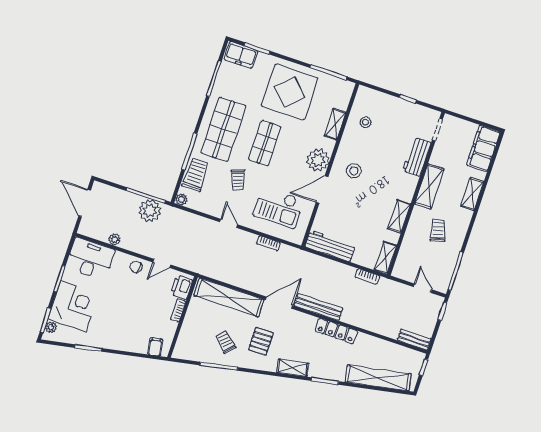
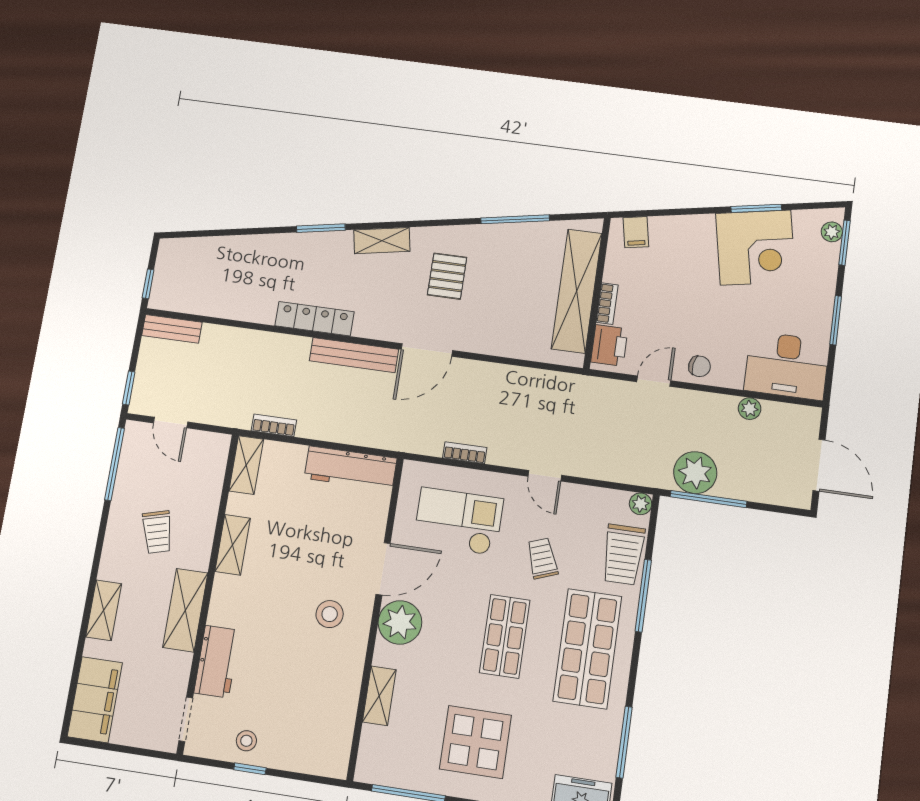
display table: (290, 92) -> (475, 742), width x0.73, depth x0.73
stool: (365, 122) -> (246, 741), moved
shelving: (229, 298) -> (577, 291), moved, turned 90
corner desk: (73, 306) -> (756, 248), moved, turned -101
trolley: (225, 342) -> (511, 263), removed
shelving: (378, 378) -> (226, 251), removed

